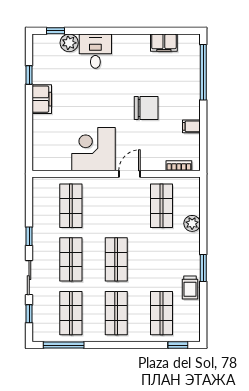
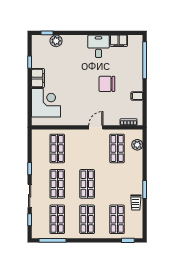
desk: (95, 51) -> (99, 46), moved
chair: (146, 108) -> (107, 84), turned 180
corner desk: (93, 149) -> (46, 103), moved, turned 90
plant: (192, 223) -> (137, 145), moved

